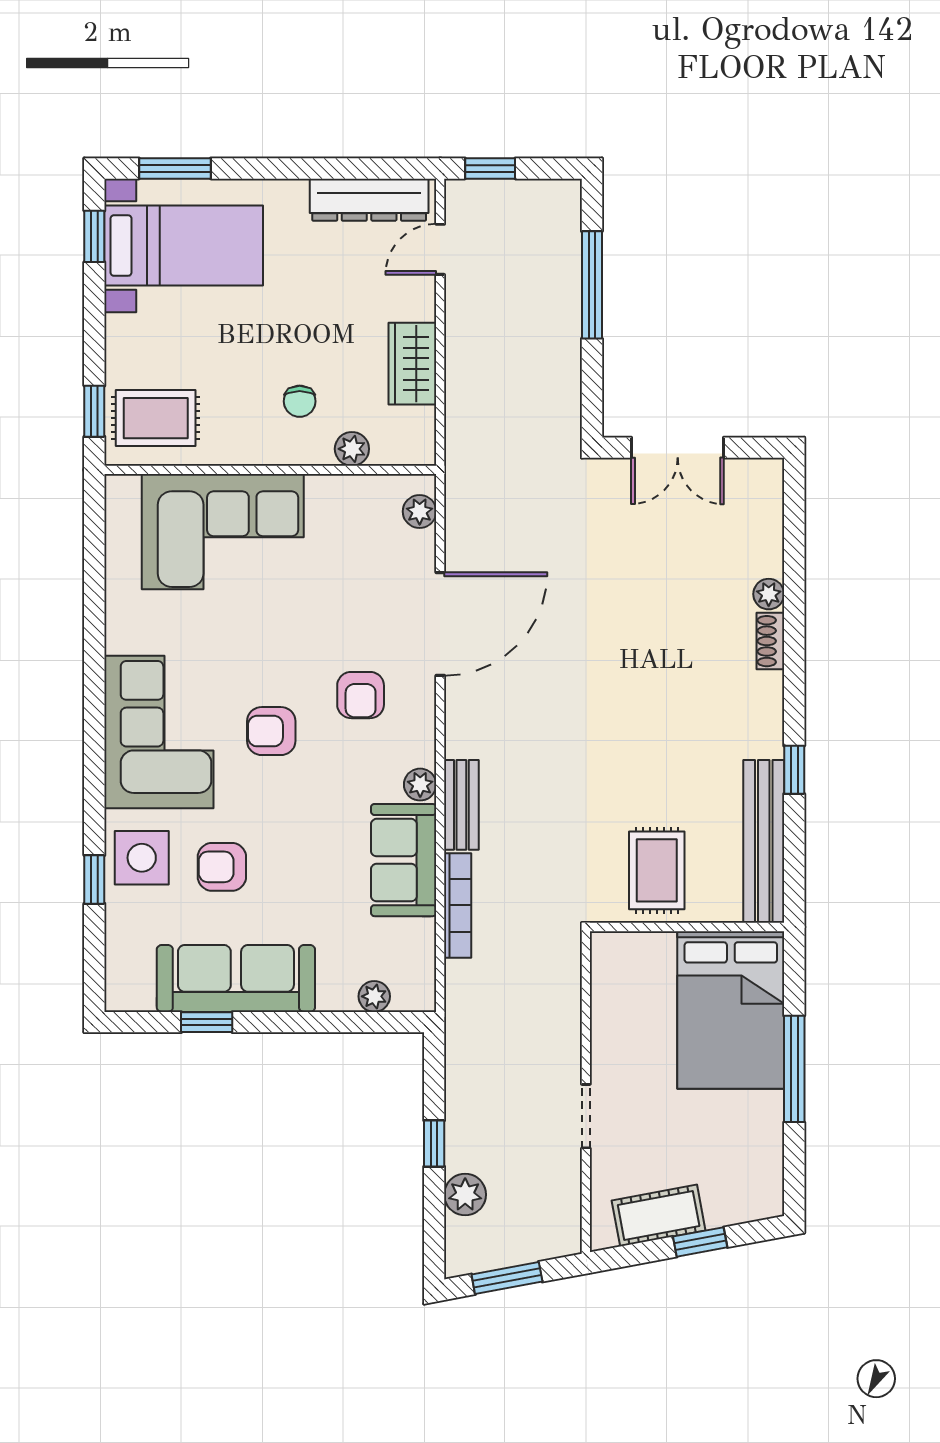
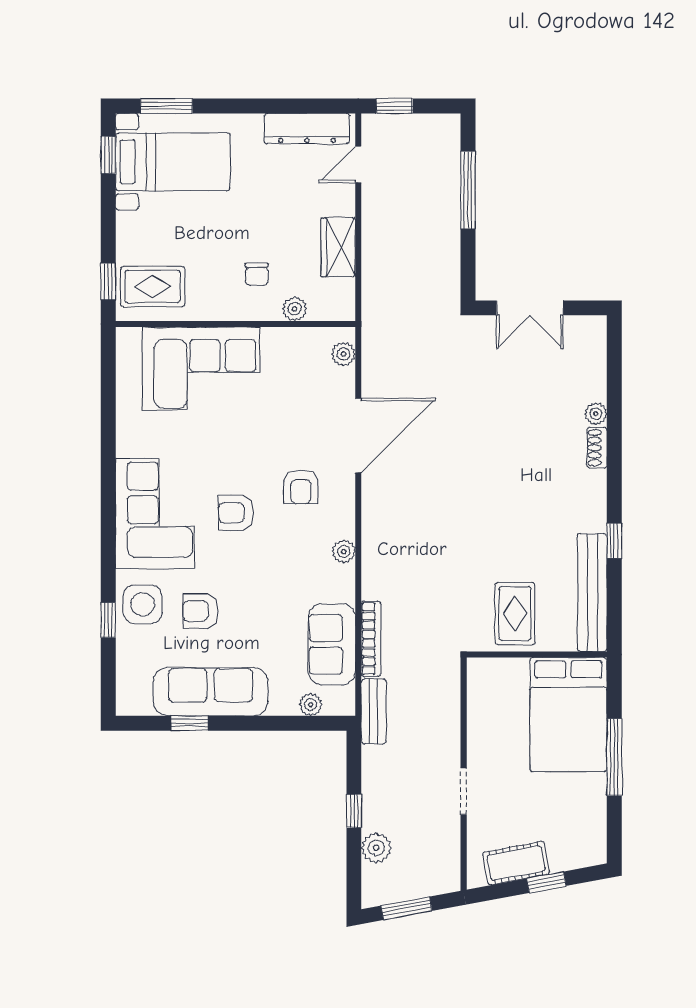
bench: (461, 805) -> (374, 712), moved
sofa: (404, 860) -> (332, 644), moved

